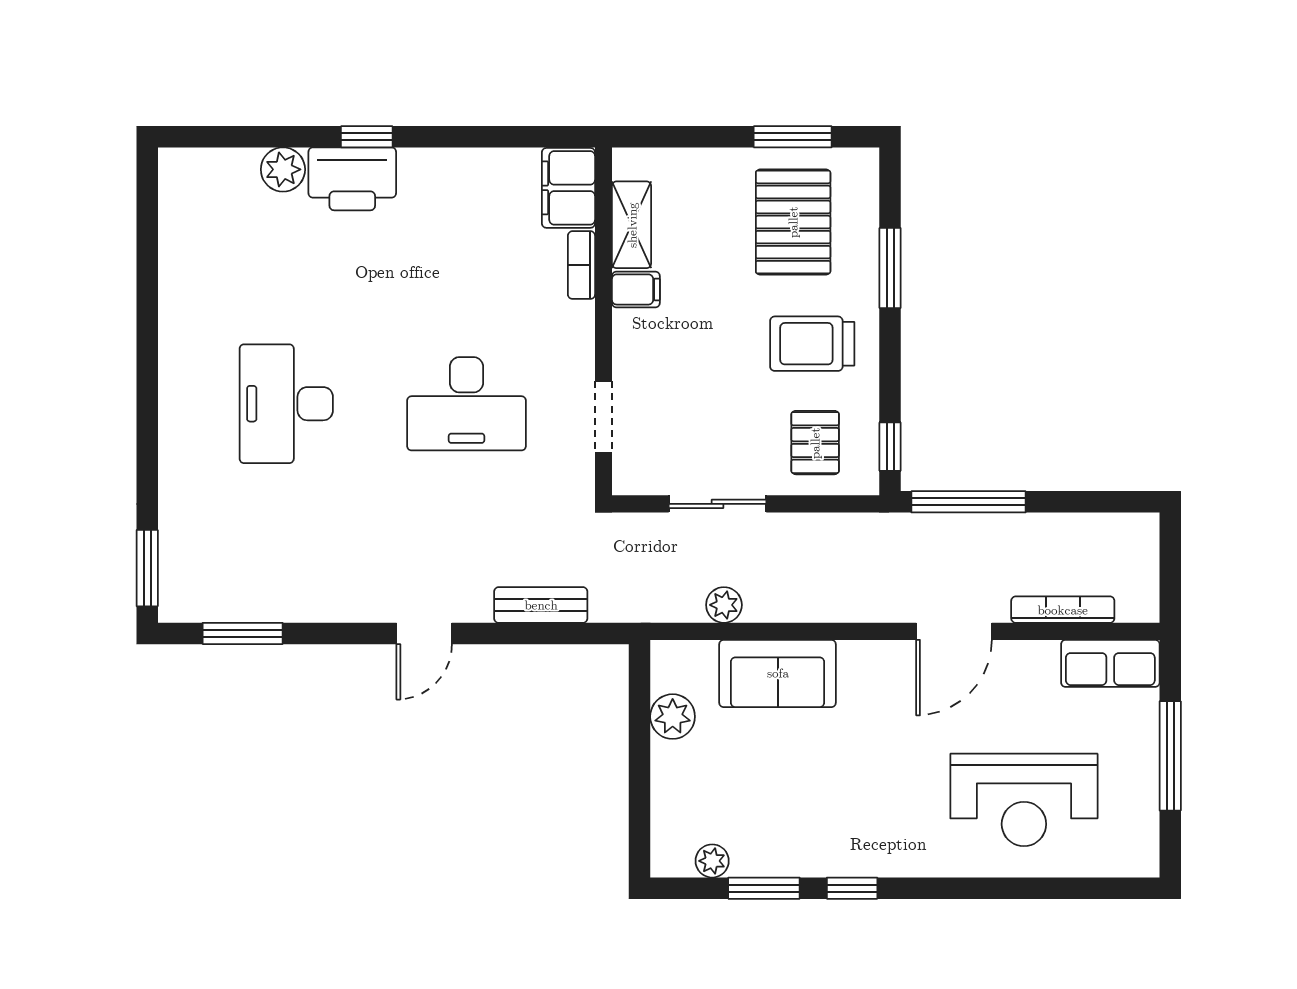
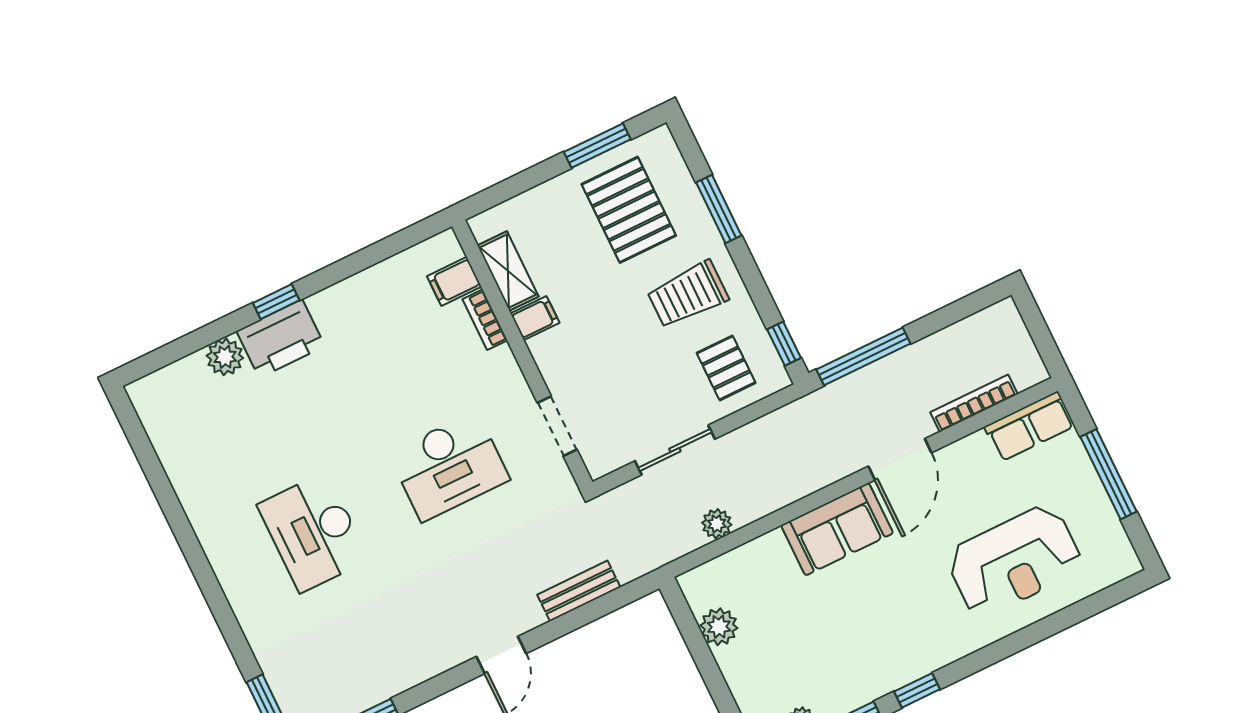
filing cabinet: (568, 188) -> (454, 281), width x0.50
sofa: (778, 673) -> (837, 529), moved

